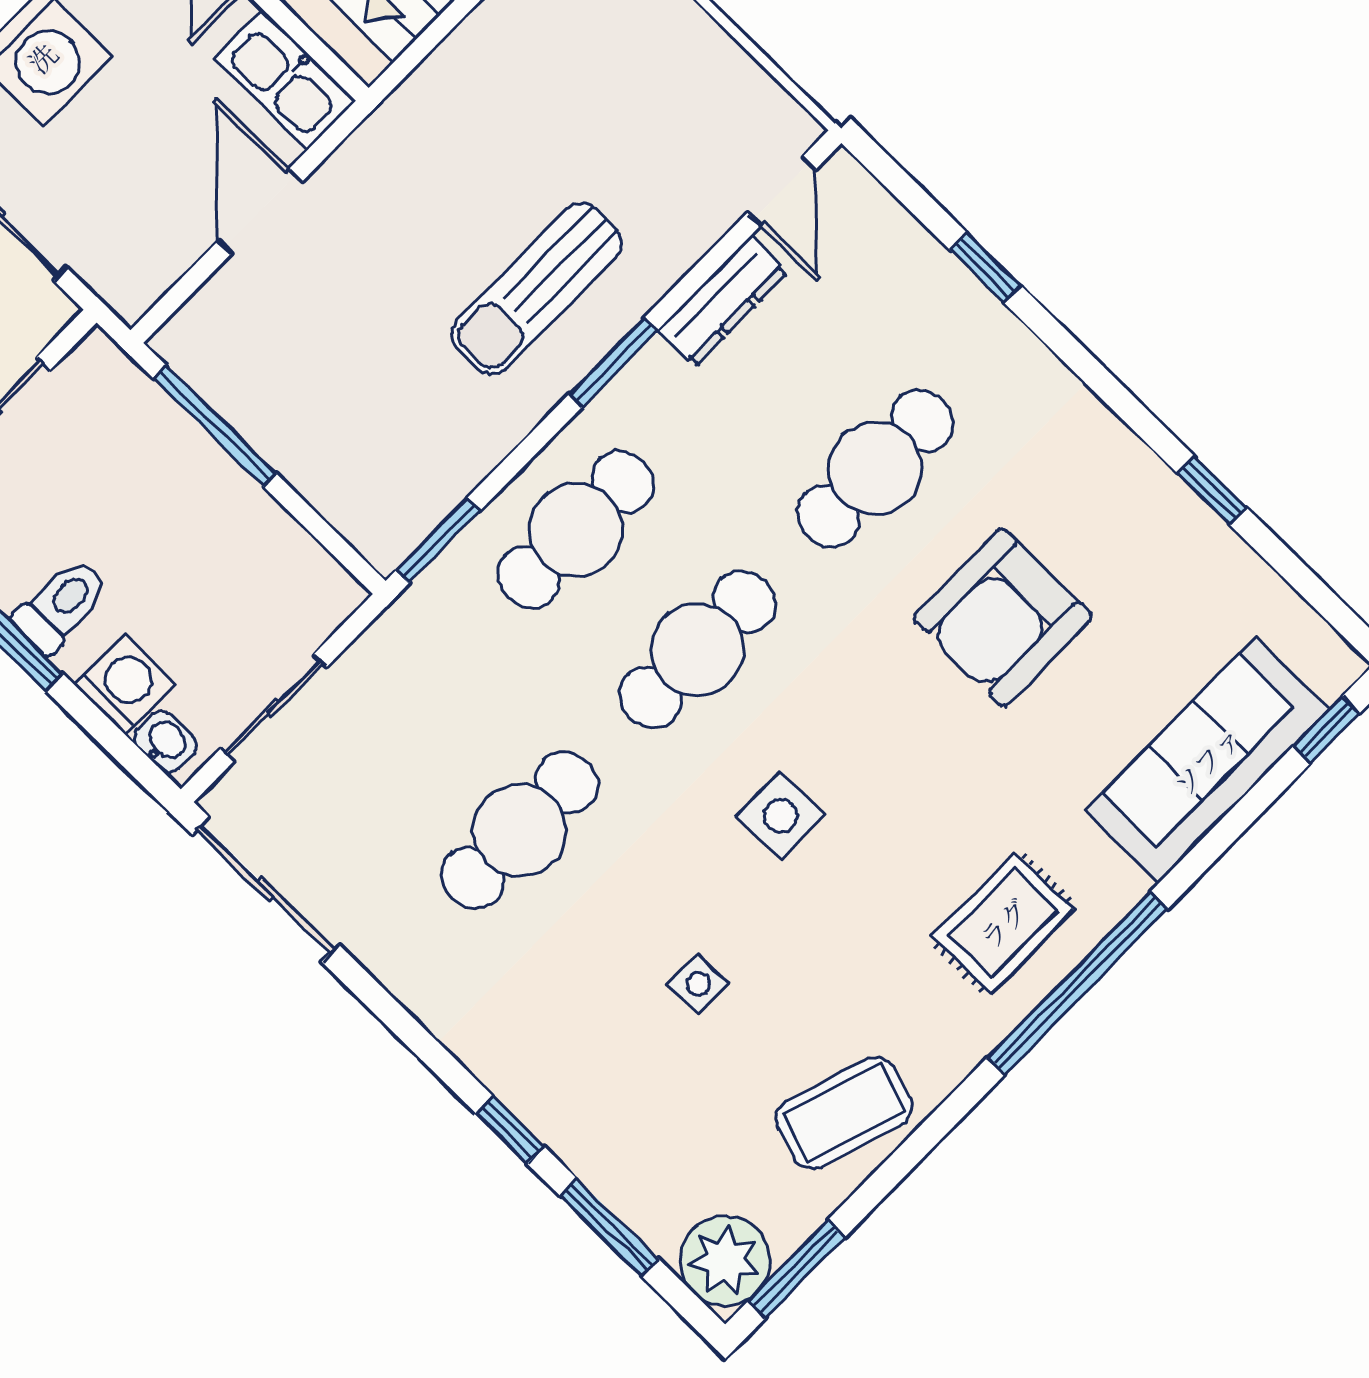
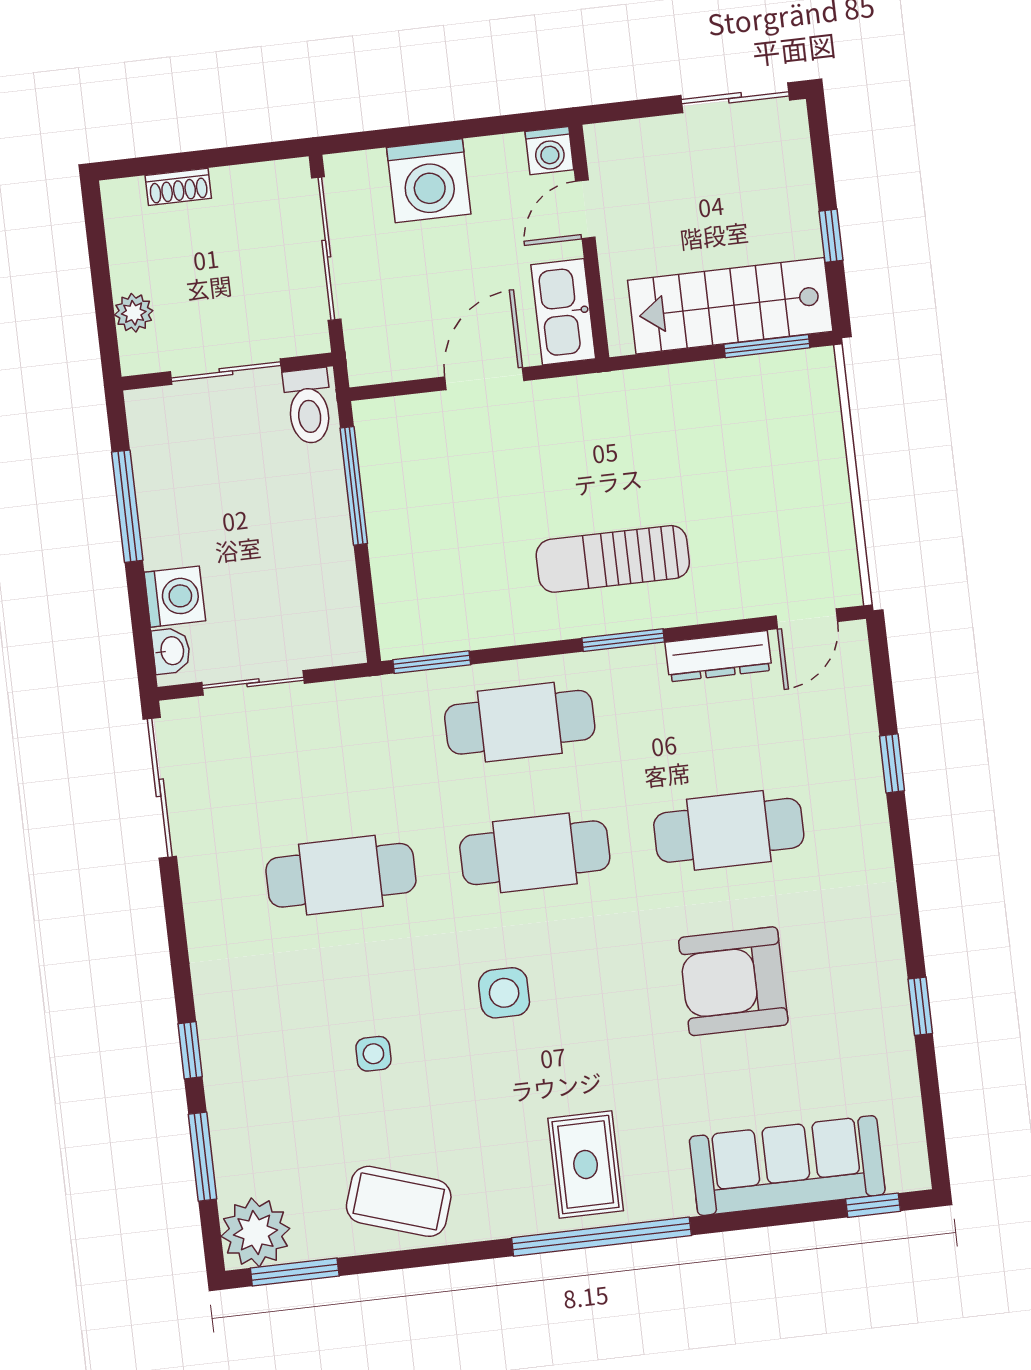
toilet: (61, 605) -> (308, 406), moved, turned 90
rug: (1003, 923) -> (586, 1165), turned 90

